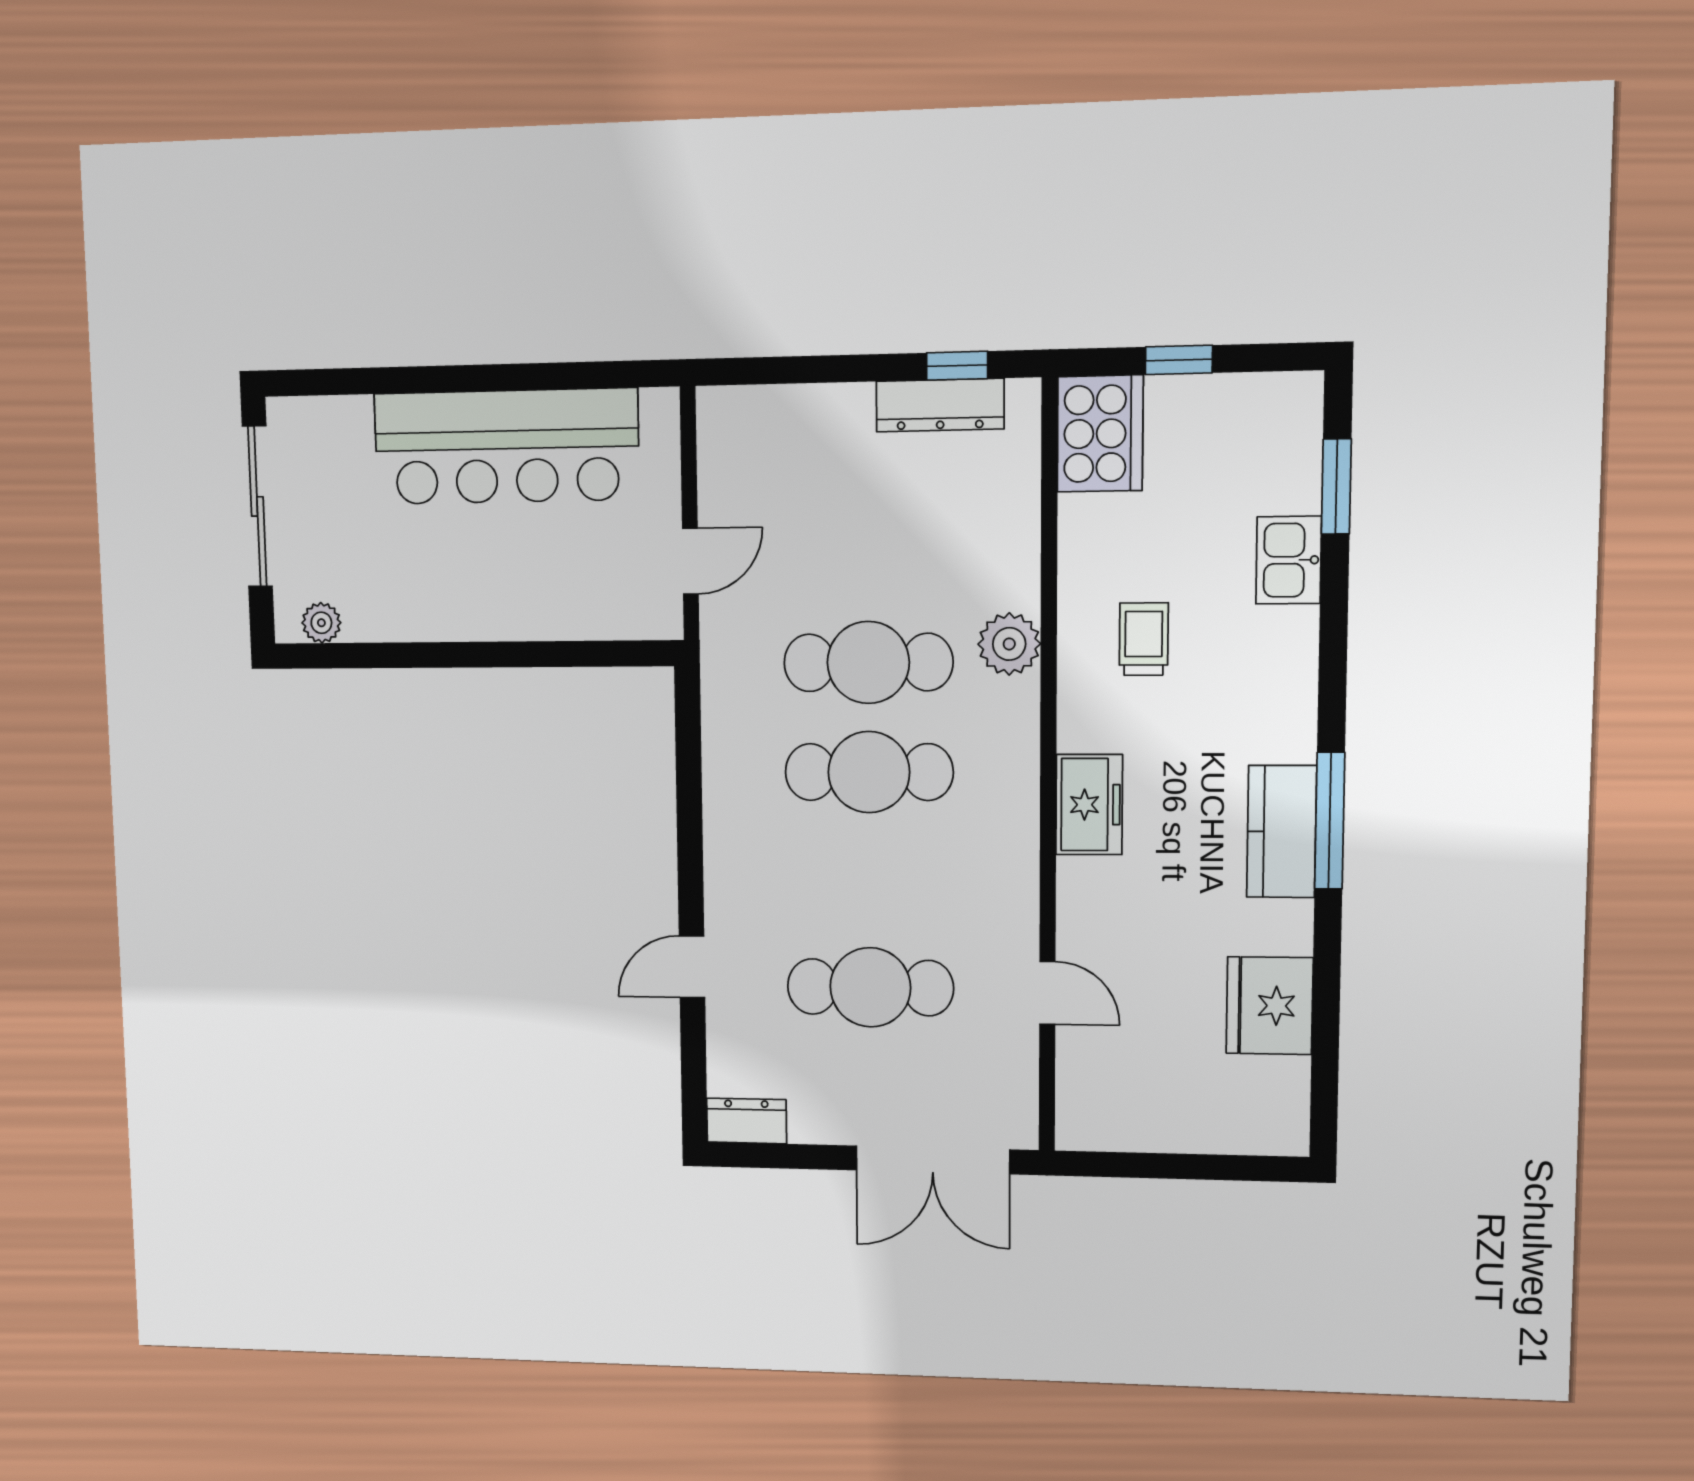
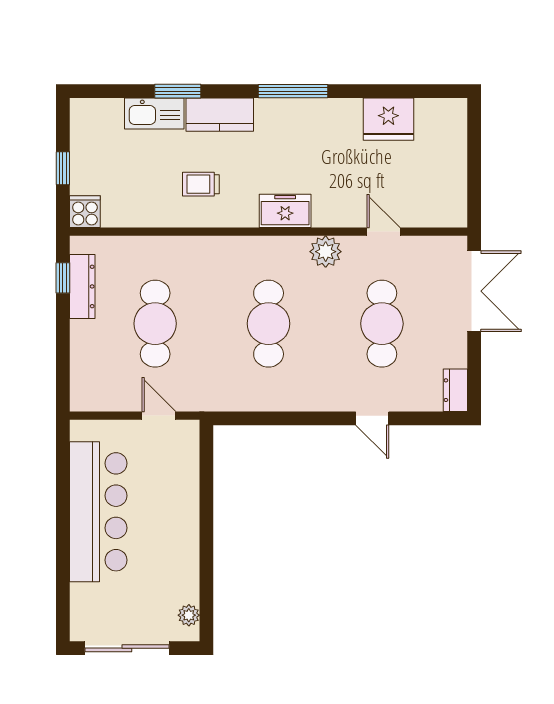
cooker: (1100, 434) -> (85, 212), width x0.53, depth x0.76
window: (1336, 487) -> (178, 91), moved
kitchen sink: (1289, 560) -> (154, 113), width x1.38
plant: (1009, 644) -> (326, 252), moved
cafe table: (868, 662) -> (155, 324), moved
kitchen counter: (1282, 832) -> (220, 115), moved
door: (1047, 993) -> (384, 232), hinge flipped

